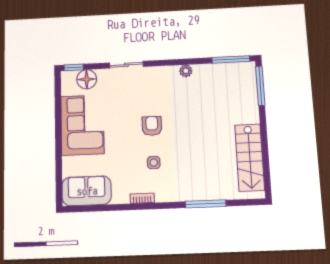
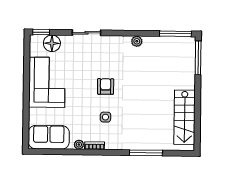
plant: (123, 198) -> (79, 145), added

